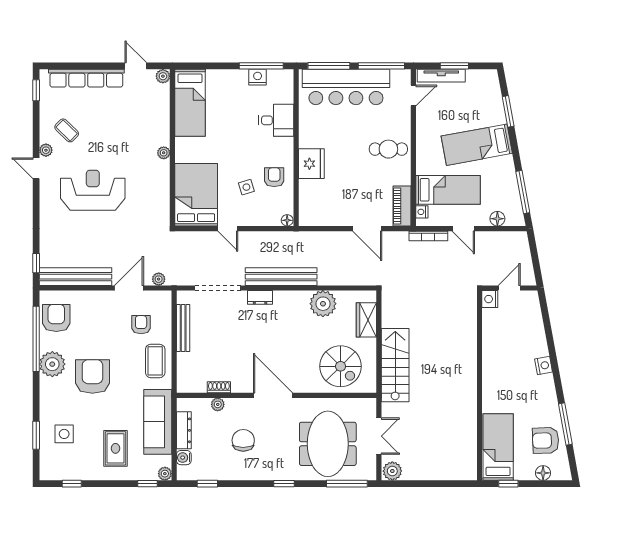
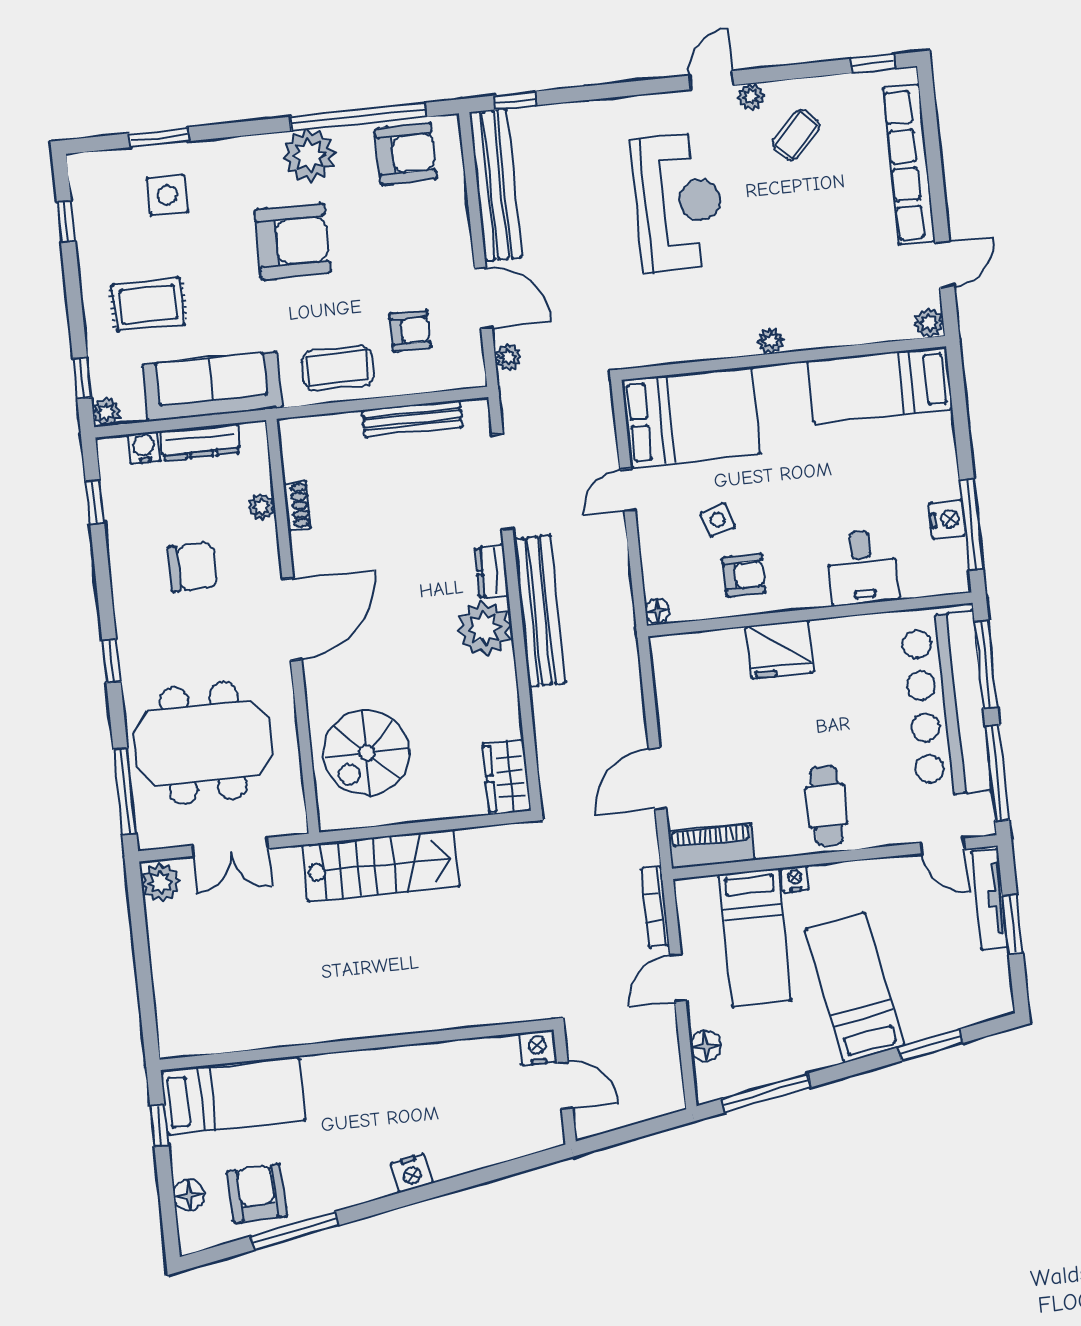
nightstand: (422, 212) -> (795, 879), moved
plant: (323, 304) -> (485, 629), moved
wardrobe: (366, 320) -> (507, 777), moved, turned -90

